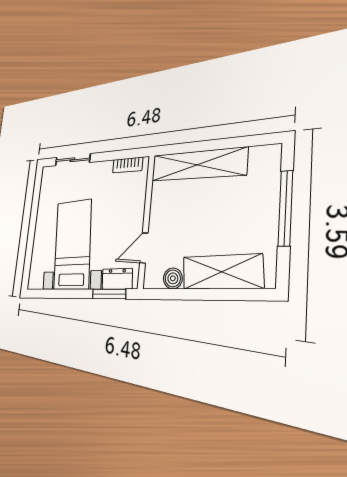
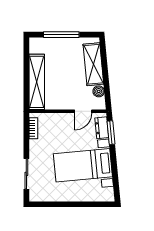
door: (144, 248) -> (83, 111), hinge flipped

